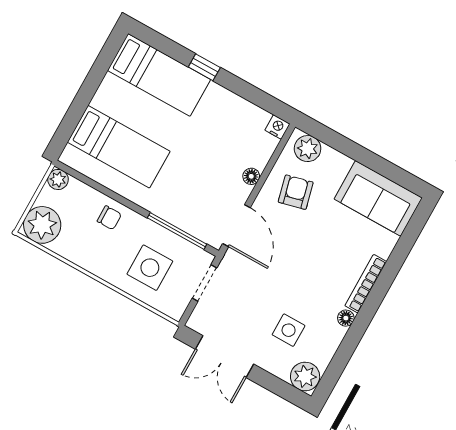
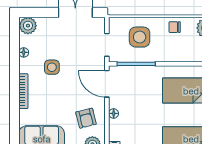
chair: (109, 218) -> (175, 27), moved
floor lamp: (346, 318) -> (24, 52), moved
side table: (289, 330) -> (52, 67), moved

